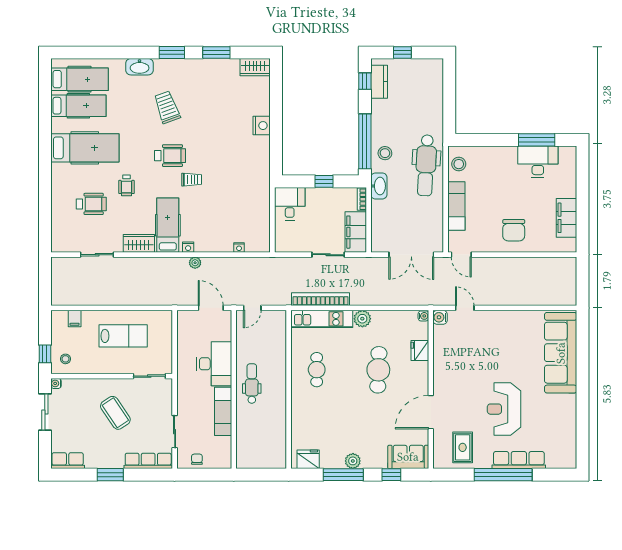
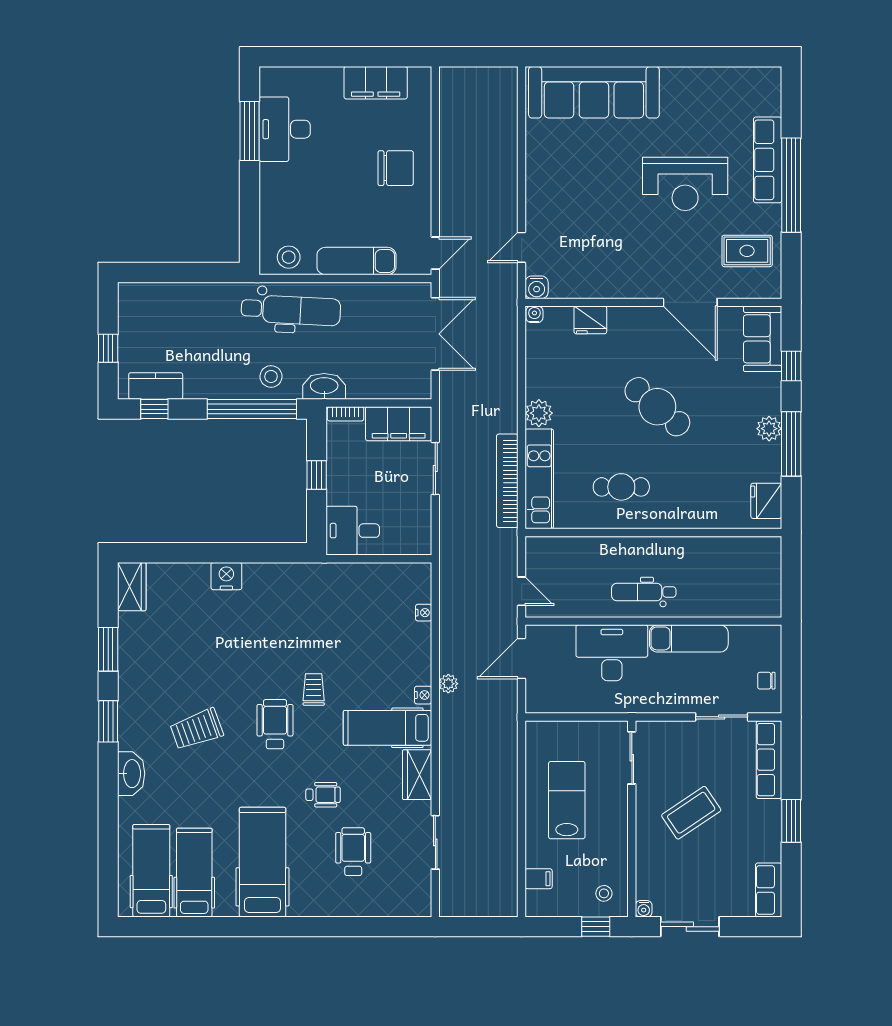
cafe table: (378, 370) -> (657, 407), moved, turned 38

